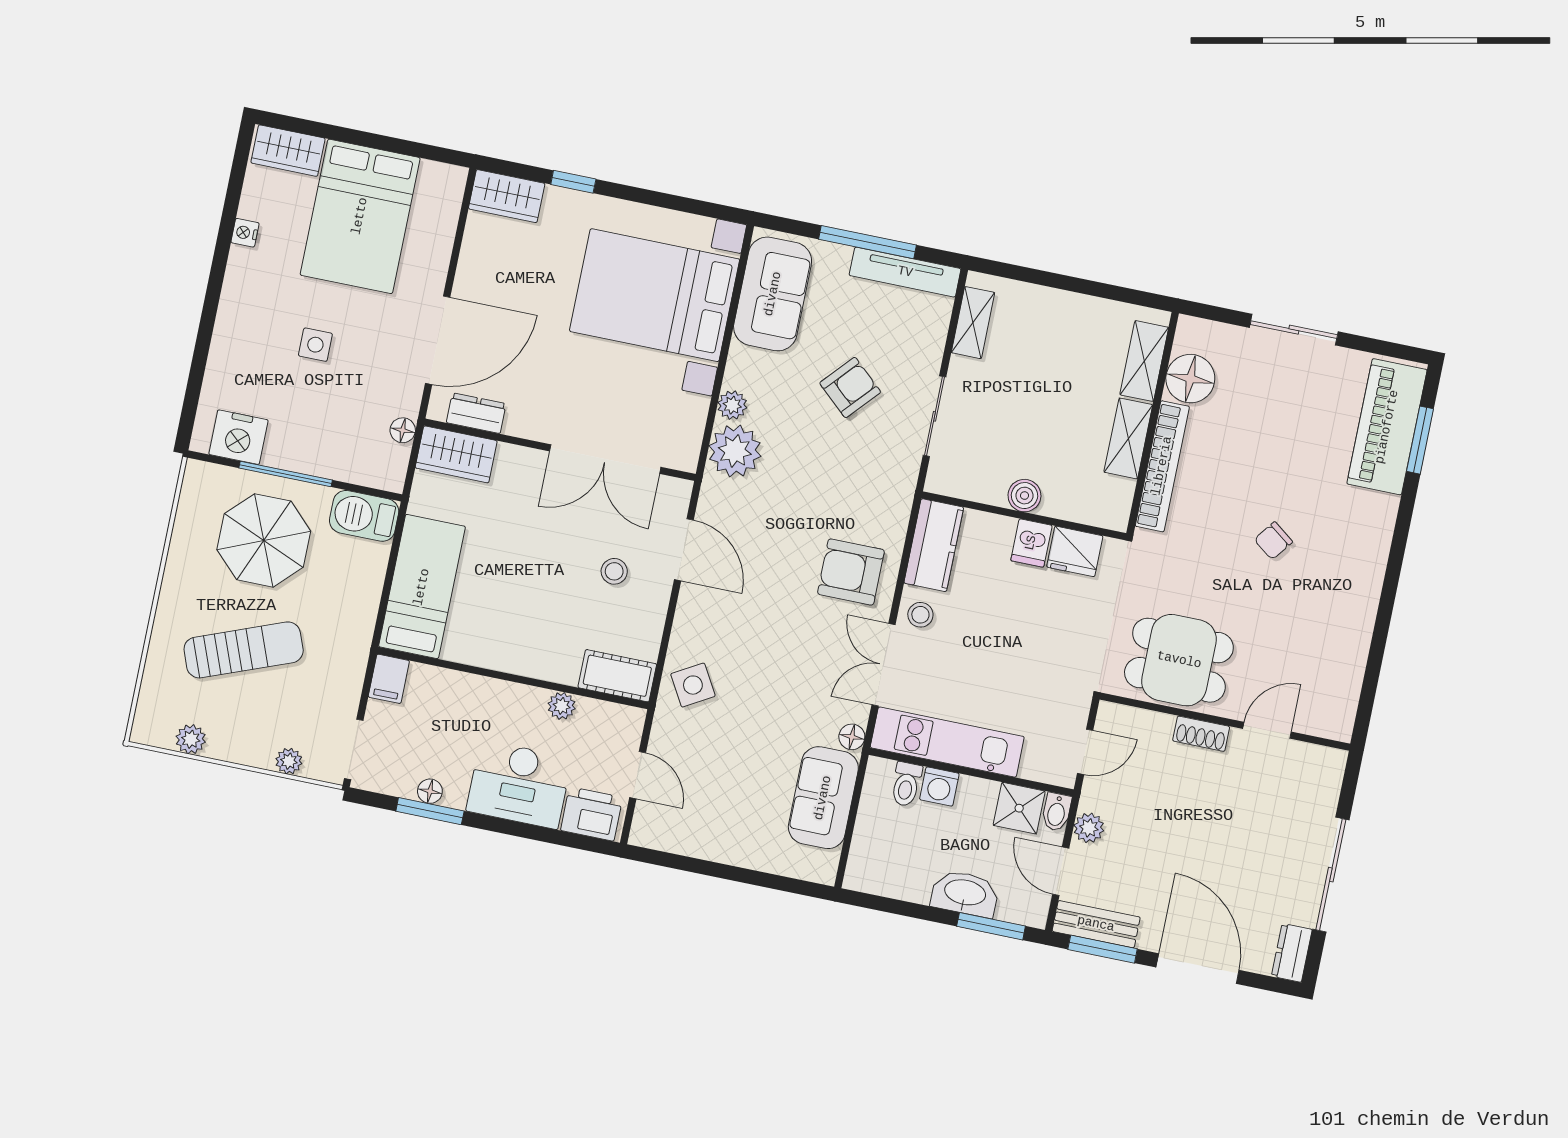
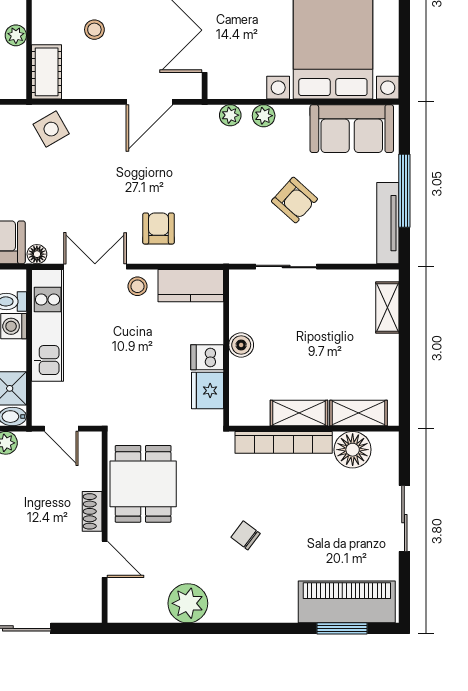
shelving: (973, 323) -> (387, 307), moved, turned 90
plant: (735, 451) -> (230, 115), width x0.53, depth x0.53
stool: (614, 571) -> (94, 30), moved
armchair: (851, 572) -> (159, 228), width x0.72, depth x0.72
plant: (1346, 634) -> (188, 603), added

